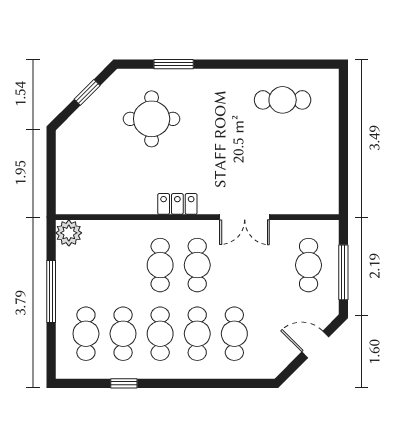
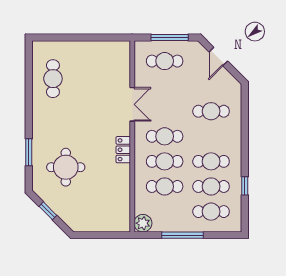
cafe table: (197, 334) -> (165, 186), moved

